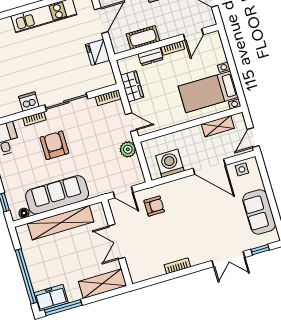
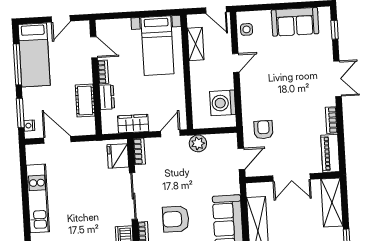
fridge: (98, 52) -> (118, 156), moved, turned 90
door: (209, 167) -> (236, 63), width x0.53
double door: (228, 259) -> (337, 79), moved
piano: (147, 272) -> (330, 153), added

